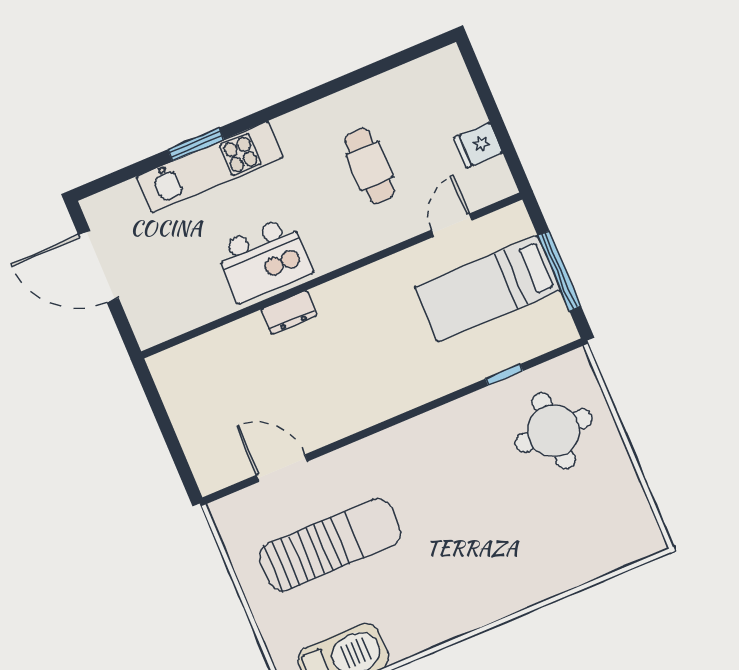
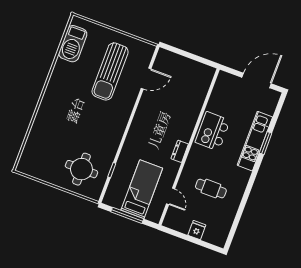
fridge: (478, 145) -> (197, 230), moved
dresser: (289, 313) -> (180, 151), moved

